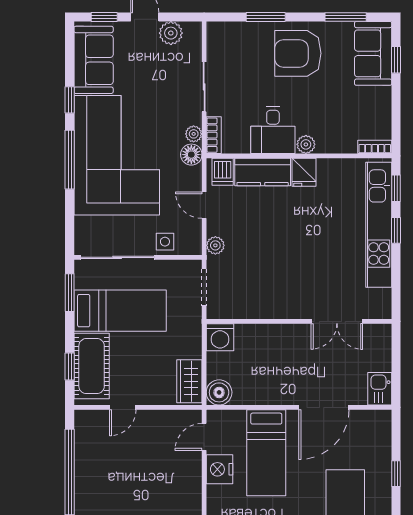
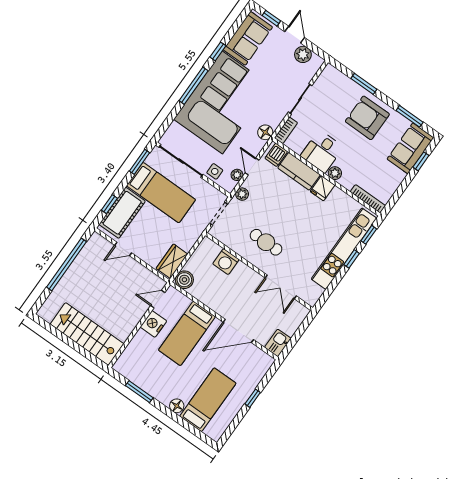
plant: (194, 134) -> (237, 175), moved
bookcase: (375, 147) -> (368, 199), width x1.56
cafe table: (283, 282) -> (266, 242), added
washing machine: (220, 337) -> (226, 262), moved

